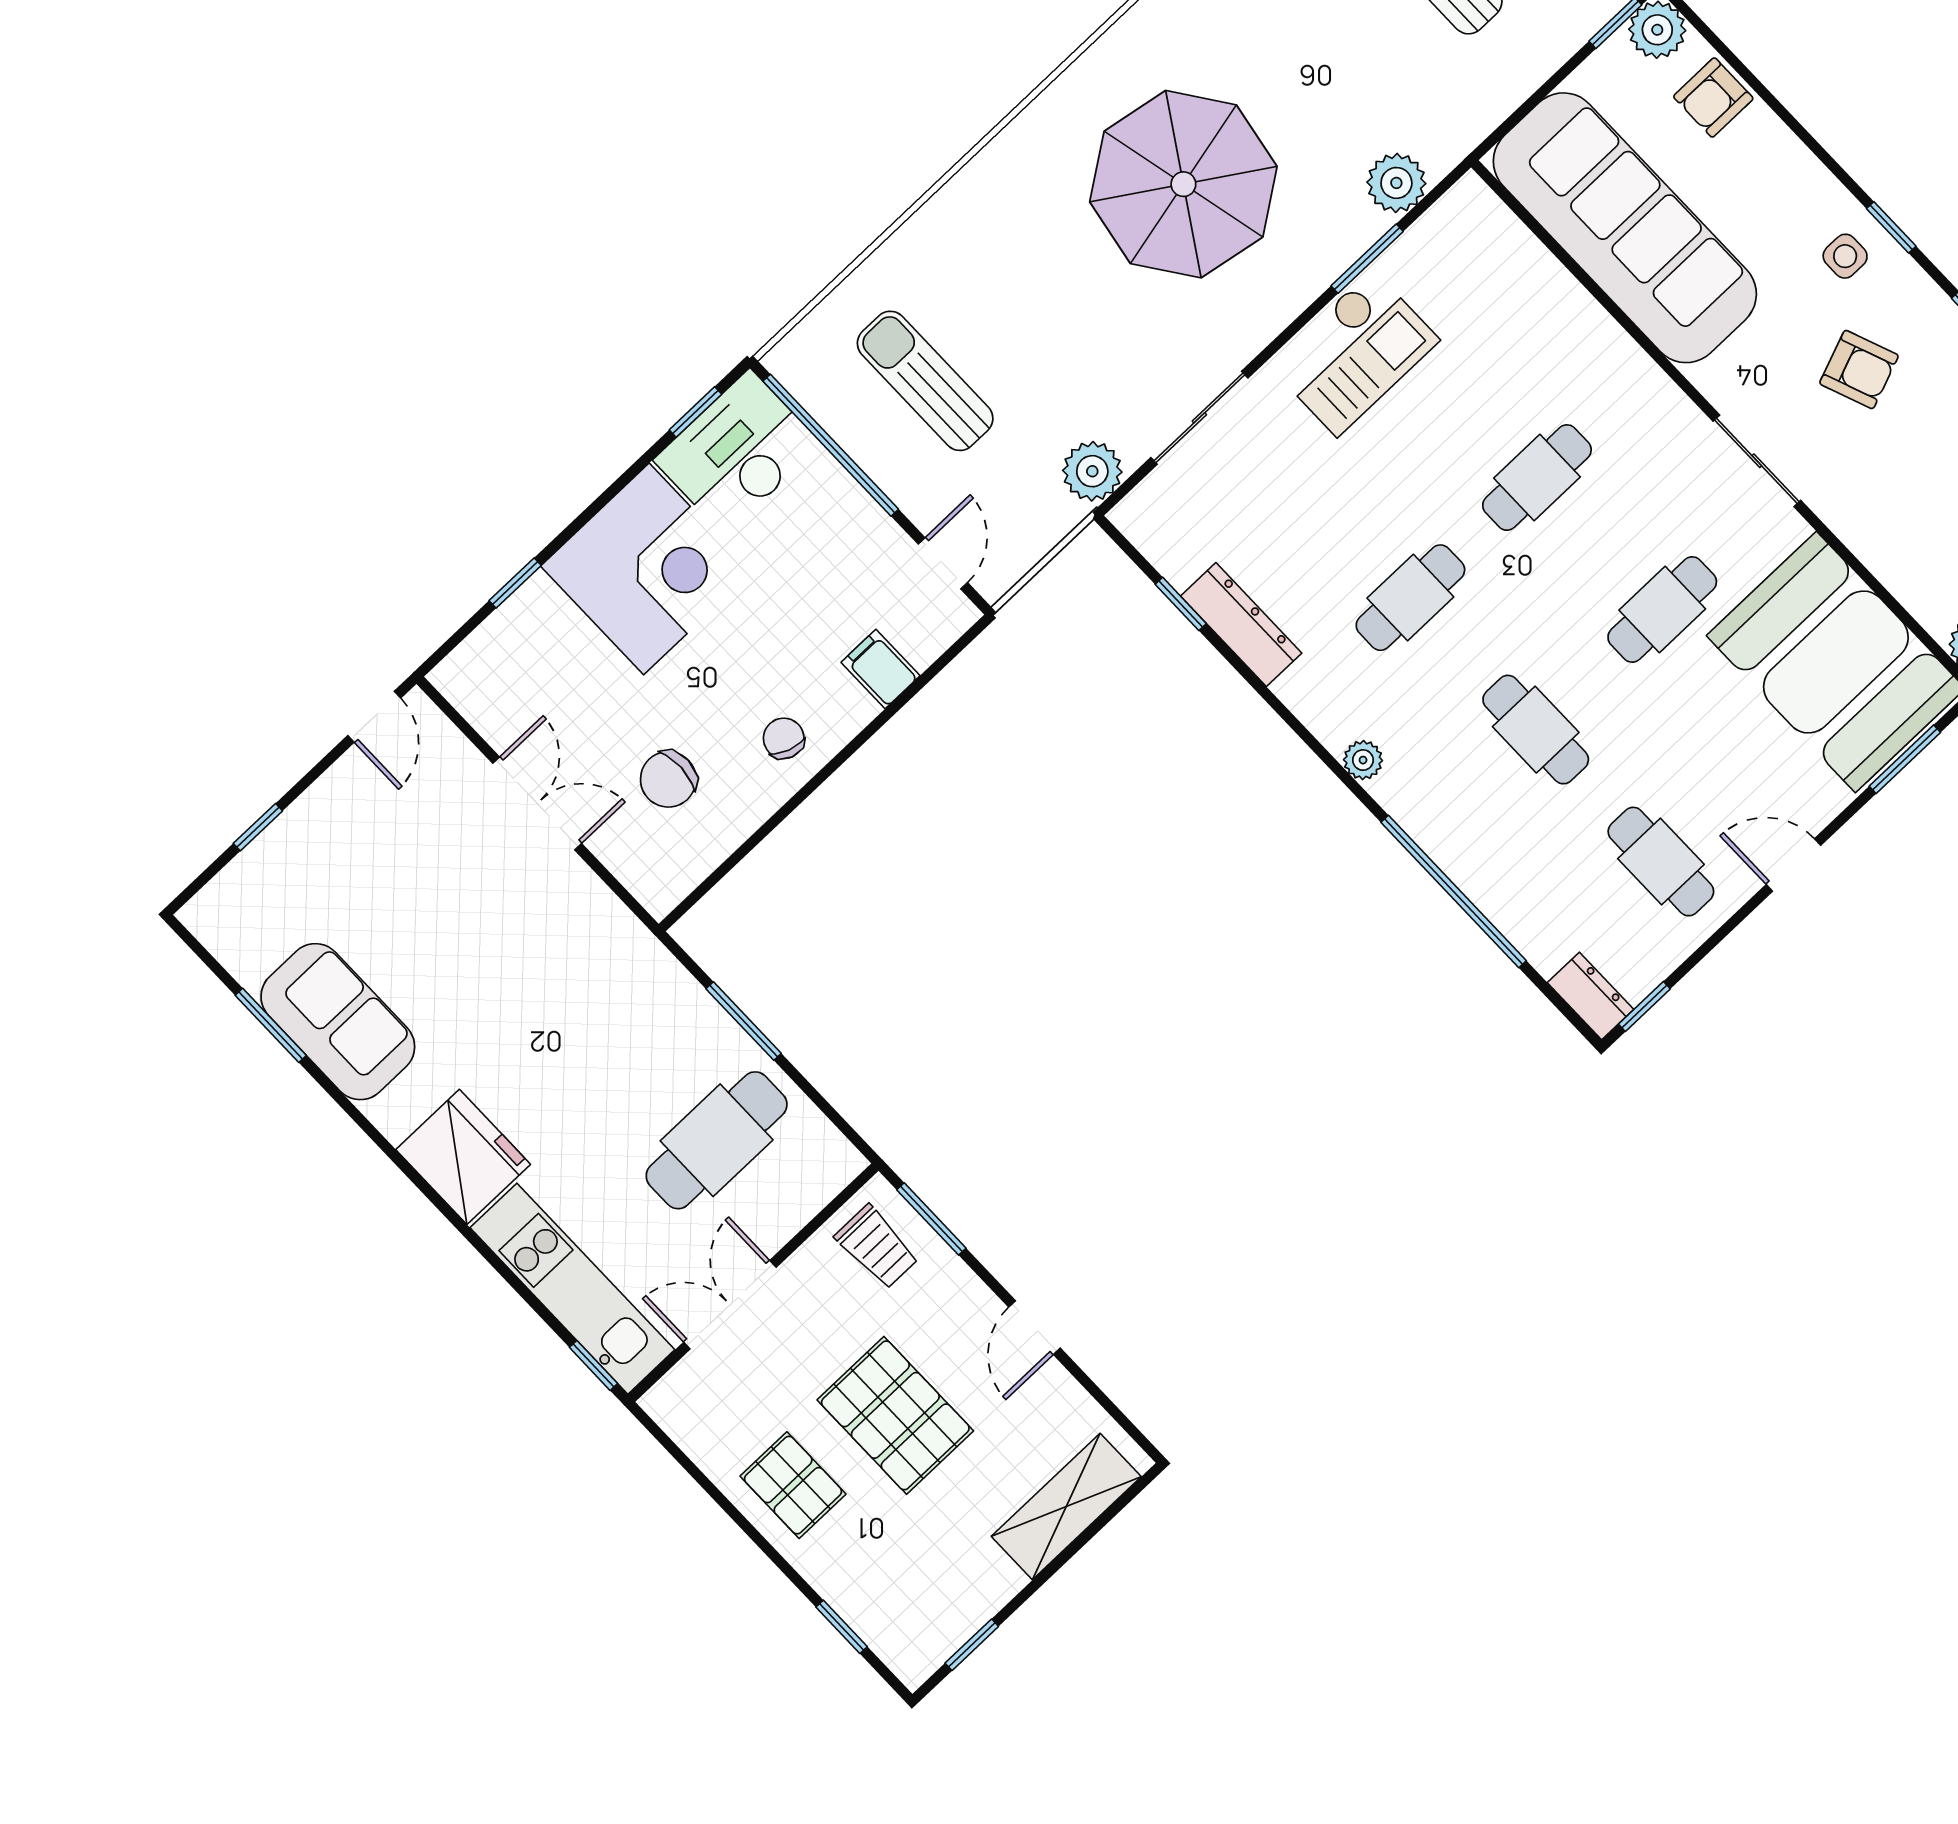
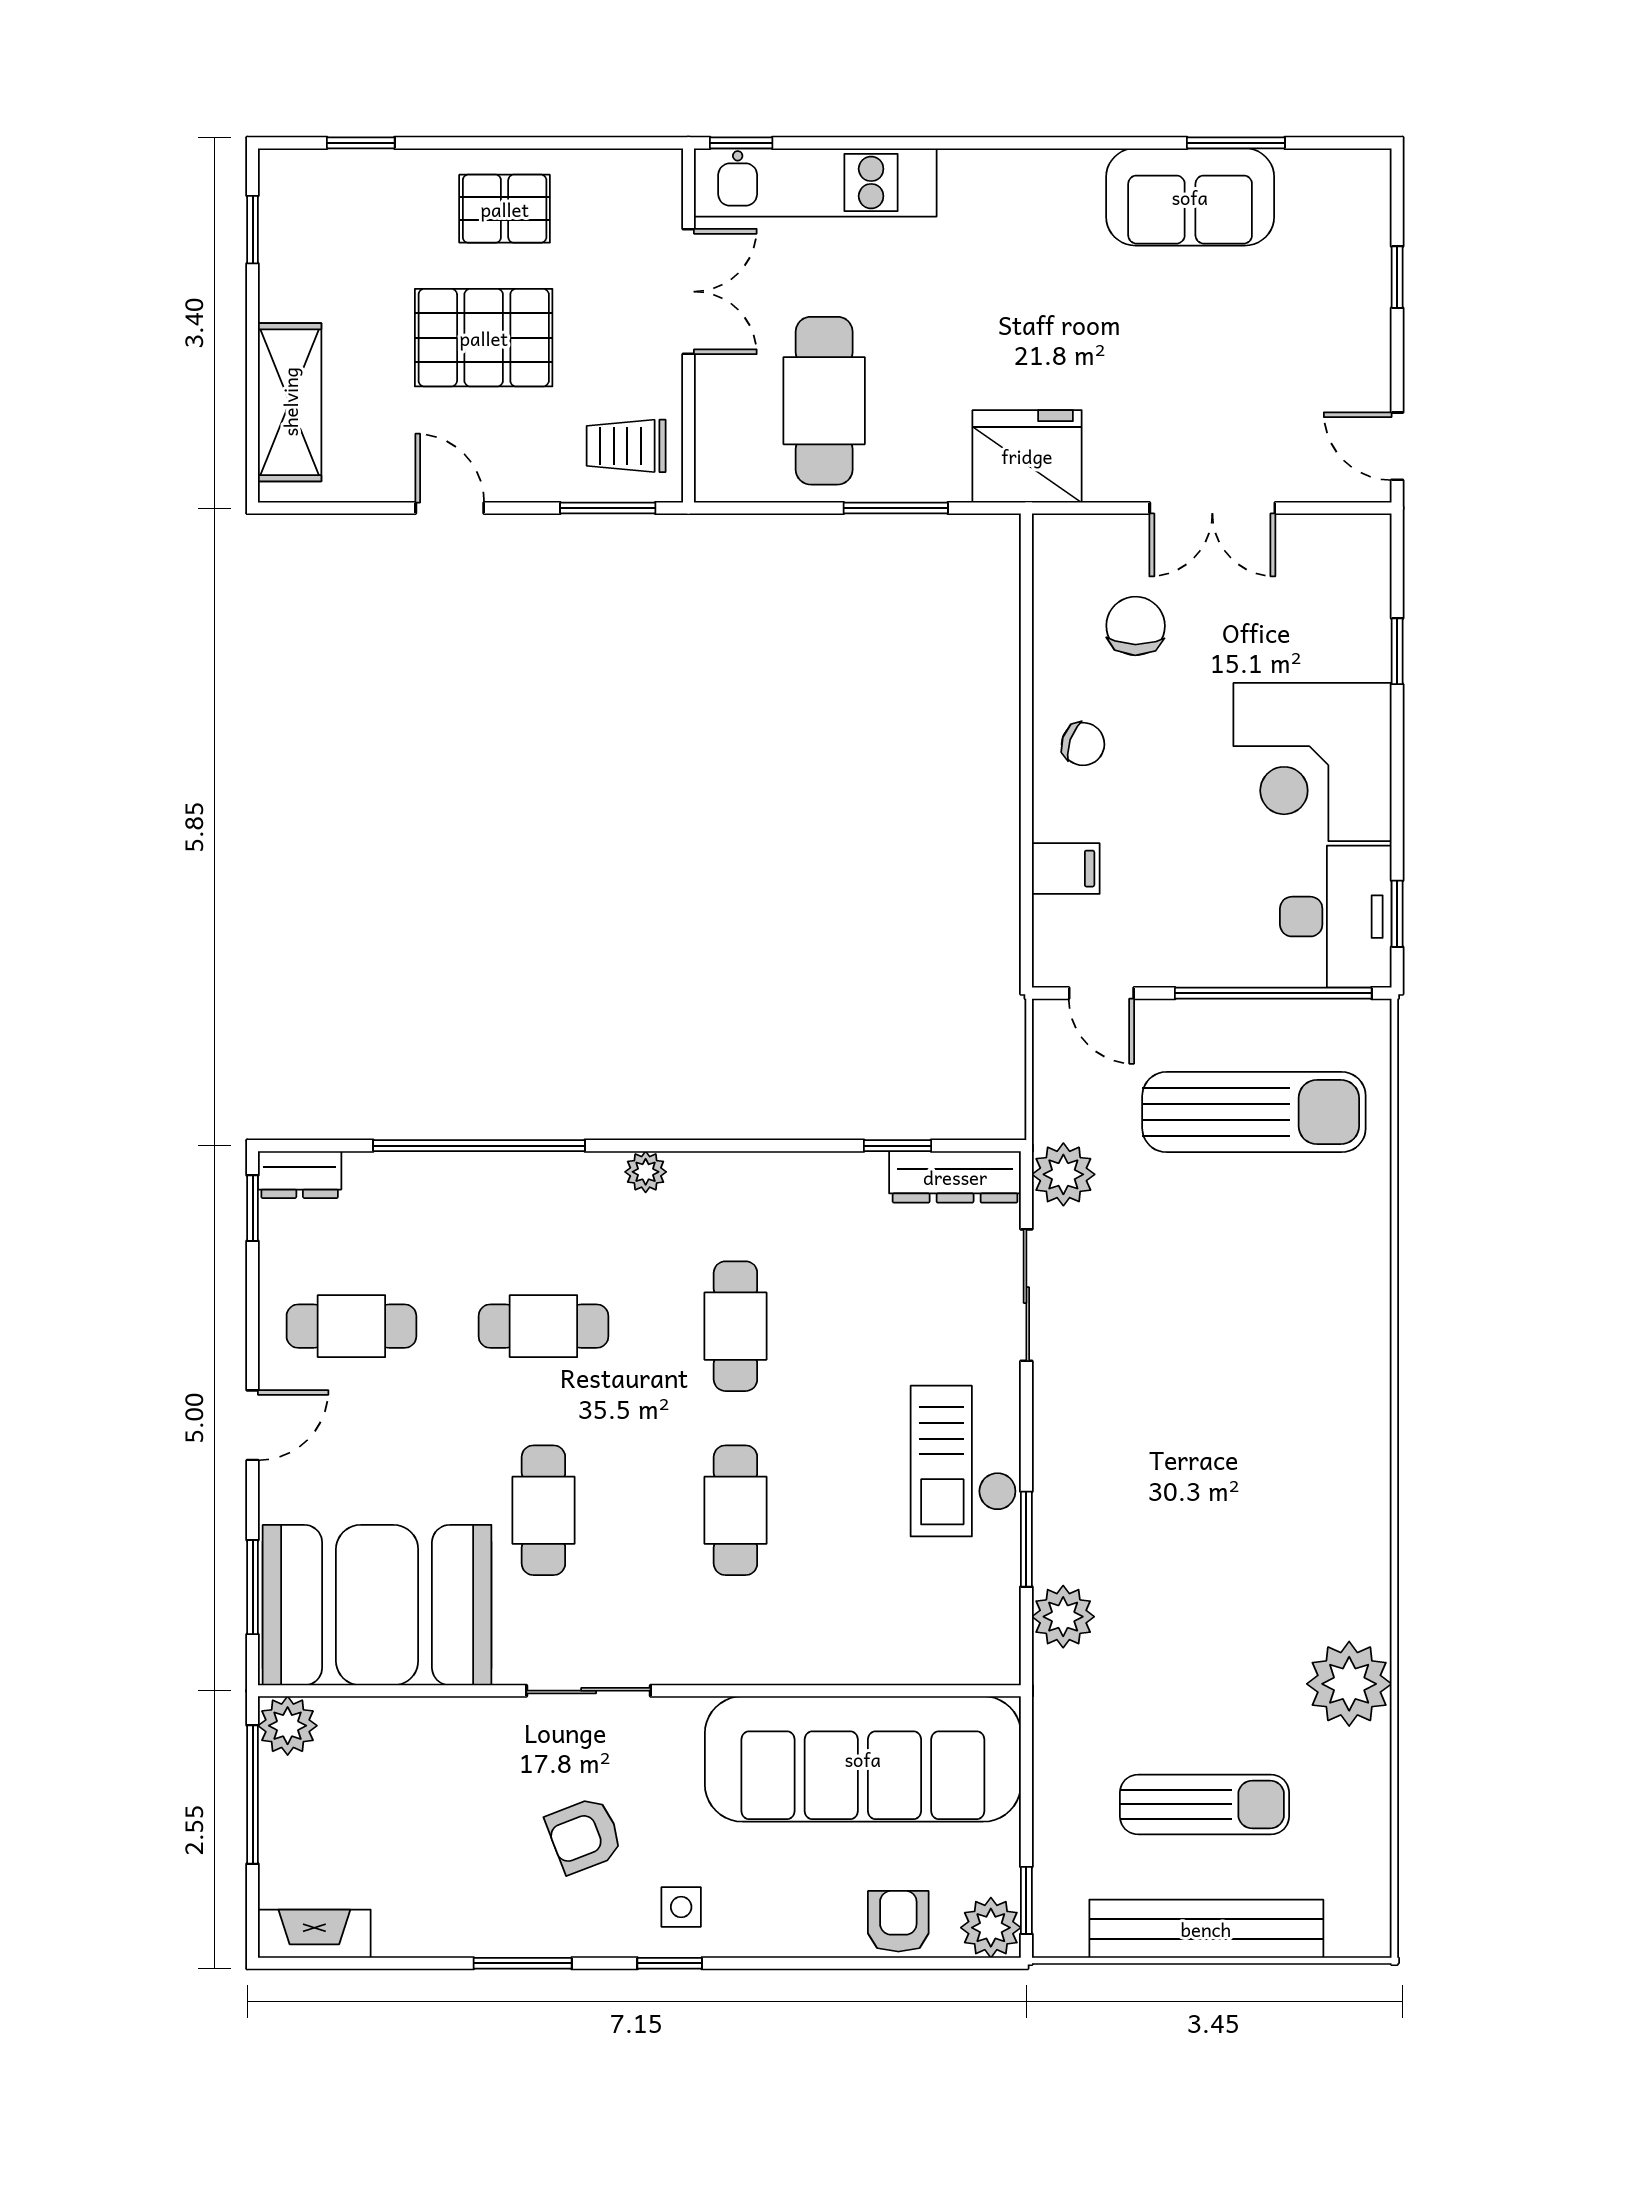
parasol: (1183, 184) -> (1217, 1453), removed
sun lounger: (925, 381) -> (1254, 1112), width x1.36, depth x1.34
dresser: (1241, 625) -> (955, 1177), moved
fridge: (463, 1157) -> (1027, 456), moved, turned 180

